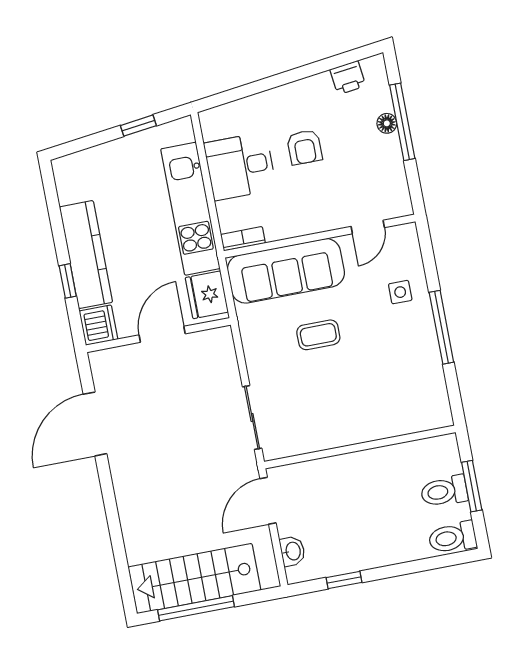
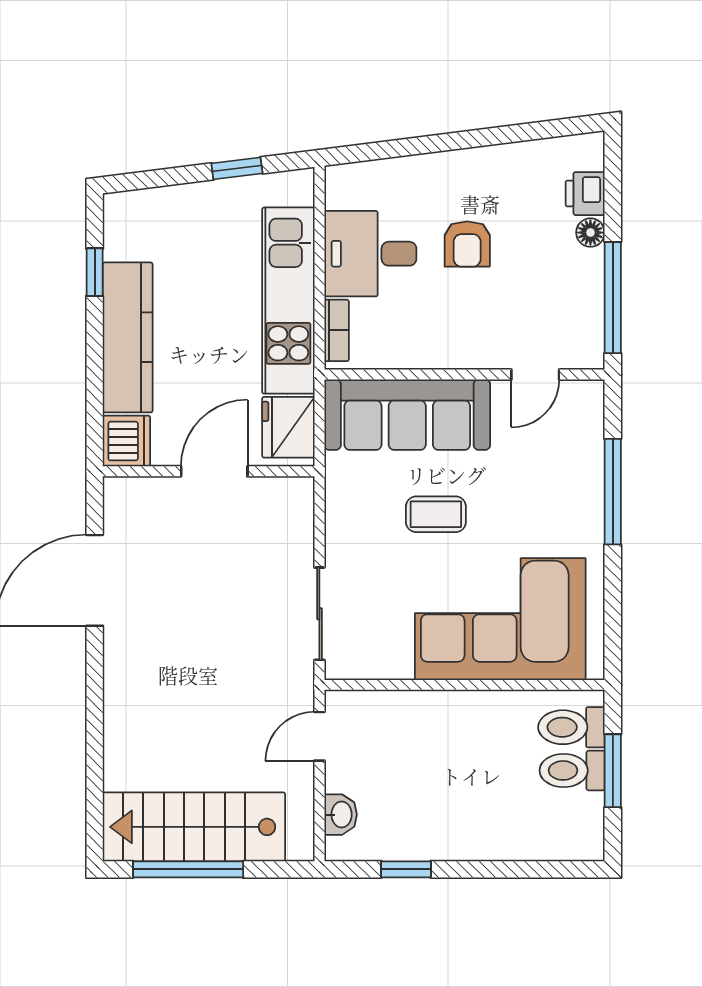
printer: (348, 78) -> (585, 194), moved, turned 97
window: (402, 122) -> (613, 298), moved
bookcase: (243, 239) -> (337, 330), moved, turned 90
window: (68, 281) -> (95, 272), moved
side table: (400, 292) -> (564, 476), removed
window: (441, 327) -> (613, 492), moved
corner sofa: (376, 398) -> (500, 619), added
door: (268, 501) -> (319, 736), width x0.73
toilet: (452, 538) -> (571, 727), moved

